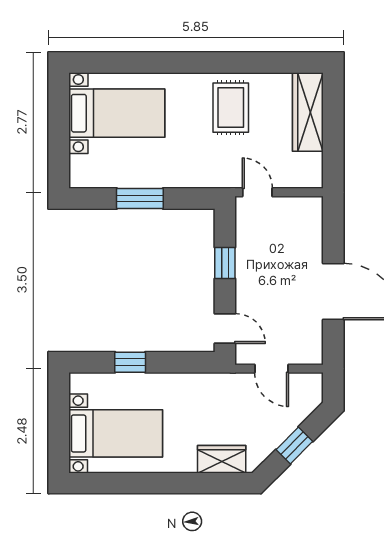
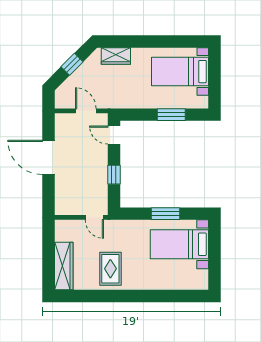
bed with nightstands: (117, 113) -> (179, 244), moved
window: (130, 362) -> (171, 115), width x1.50

